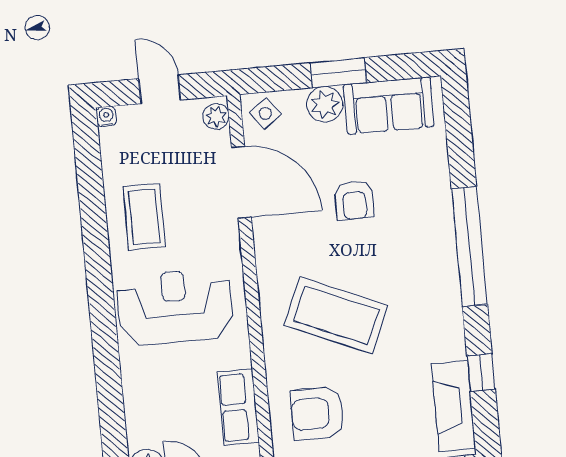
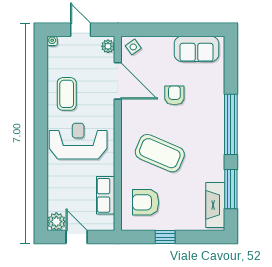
window: (338, 73) -> (172, 30), removed
plant: (325, 104) -> (164, 45), removed
armchair: (354, 200) -> (174, 95), turned 180
window: (481, 372) -> (231, 189), width x2.17

